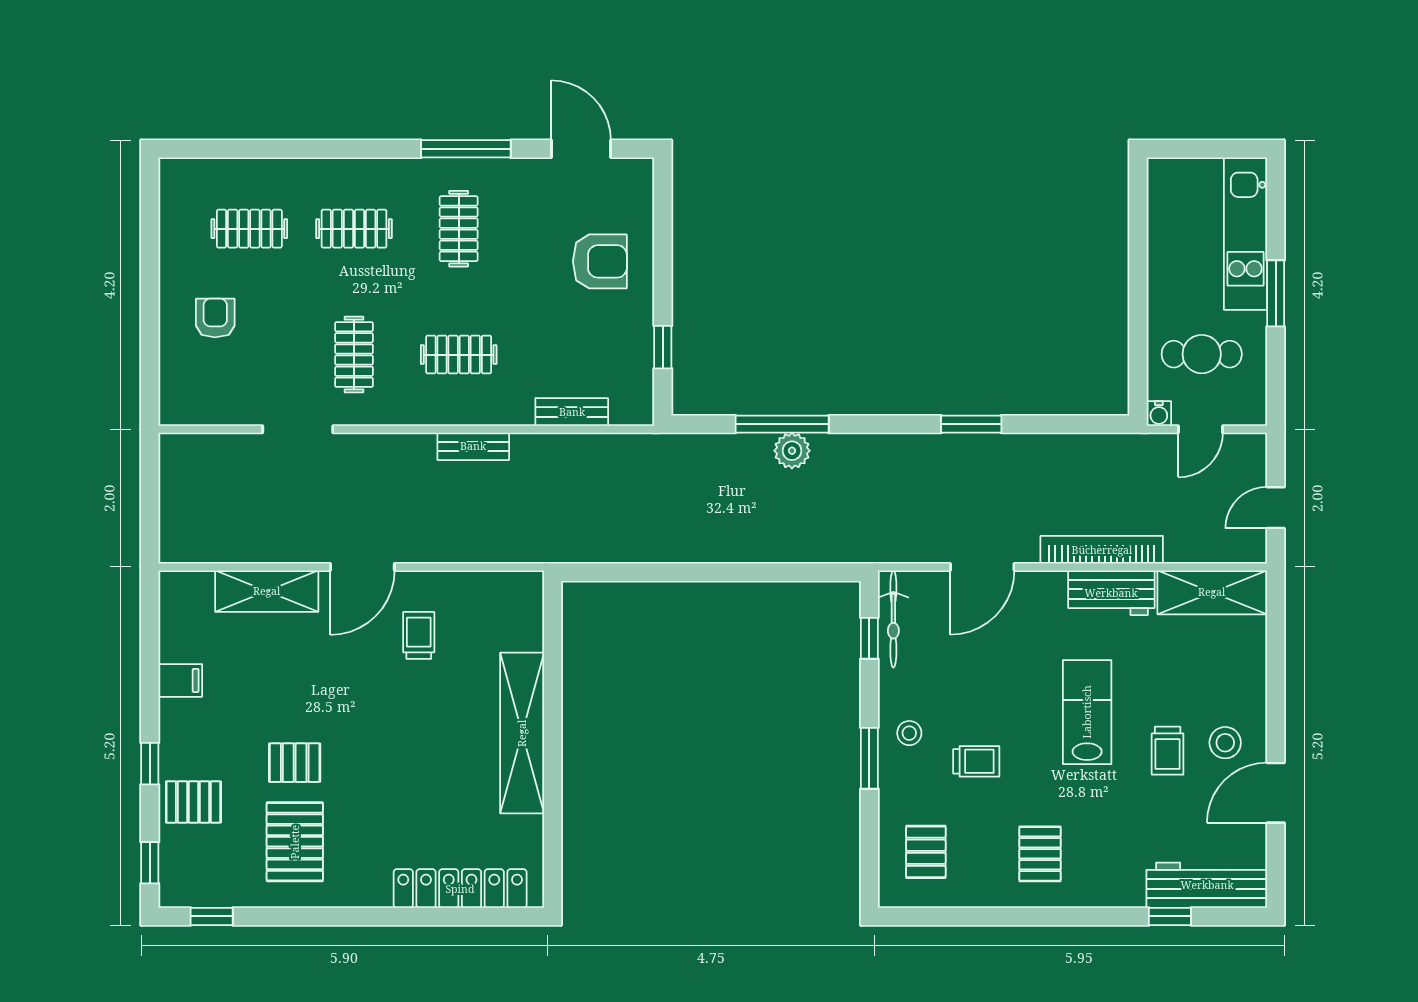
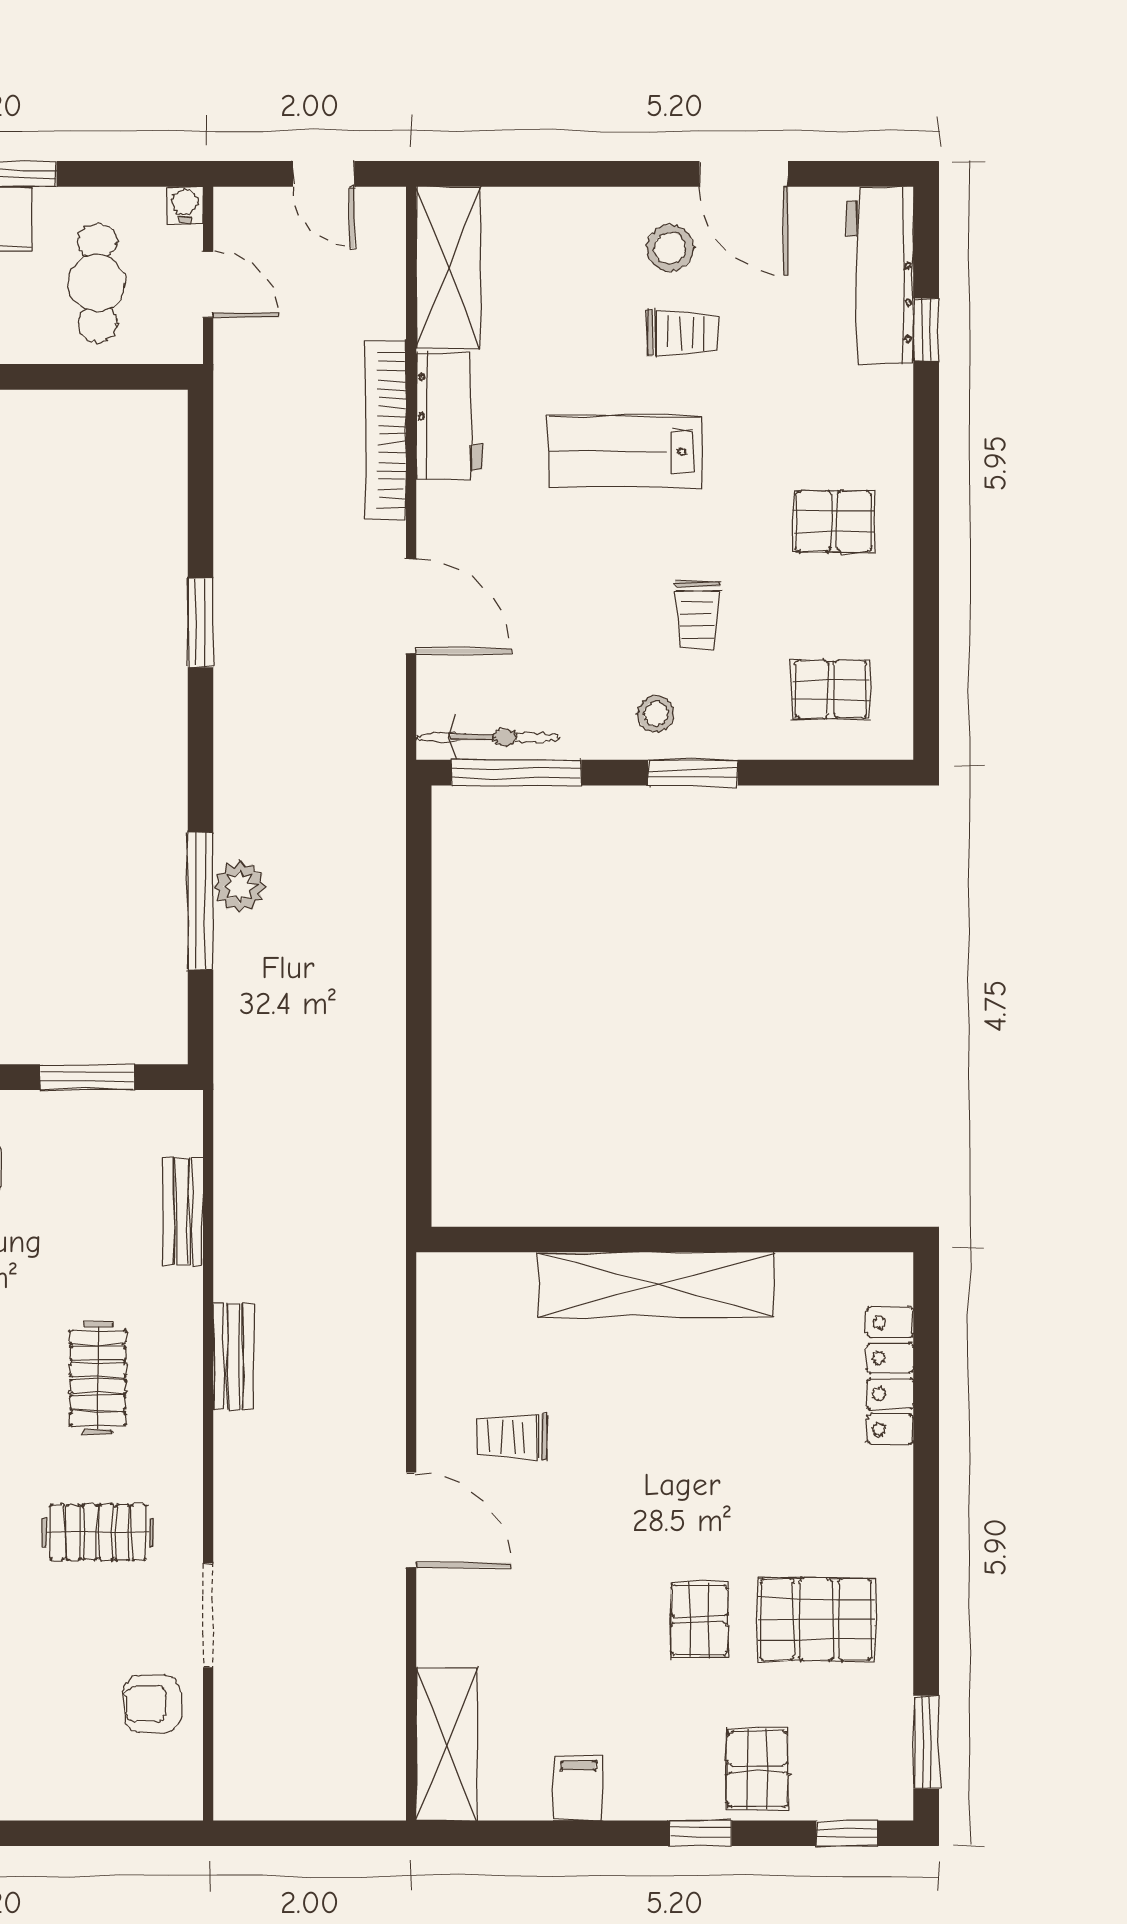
armchair: (215, 318) -> (153, 1704), moved
window: (663, 347) -> (87, 1077), width x1.50
water cooler: (1159, 414) -> (185, 205), moved, turned -90
shelving: (267, 591) -> (447, 1744), moved
window: (869, 638) -> (516, 773), width x2.17
trolley: (976, 761) -> (698, 615), turned 180
locker: (460, 889) -> (890, 1376), width x0.71, depth x0.83
window: (212, 916) -> (926, 1742), width x1.50

